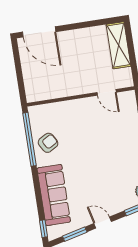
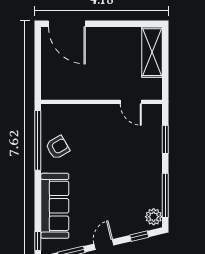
door: (103, 223) -> (104, 245), hinge flipped

